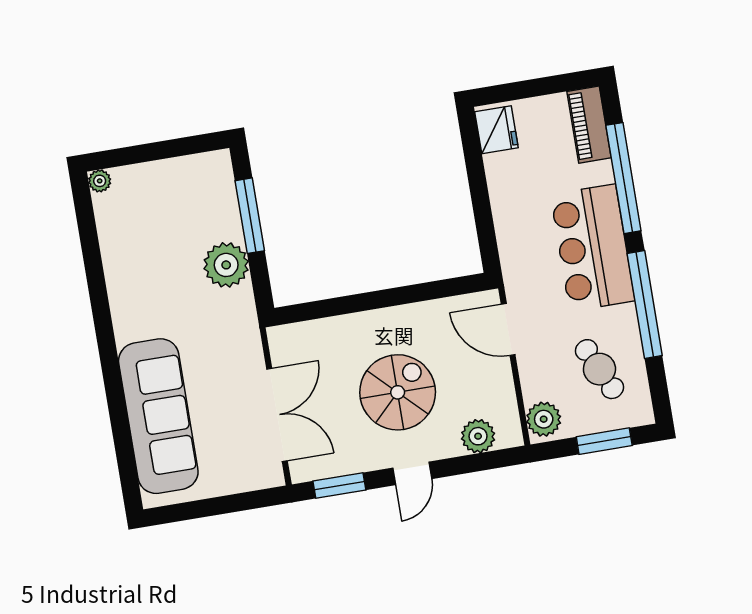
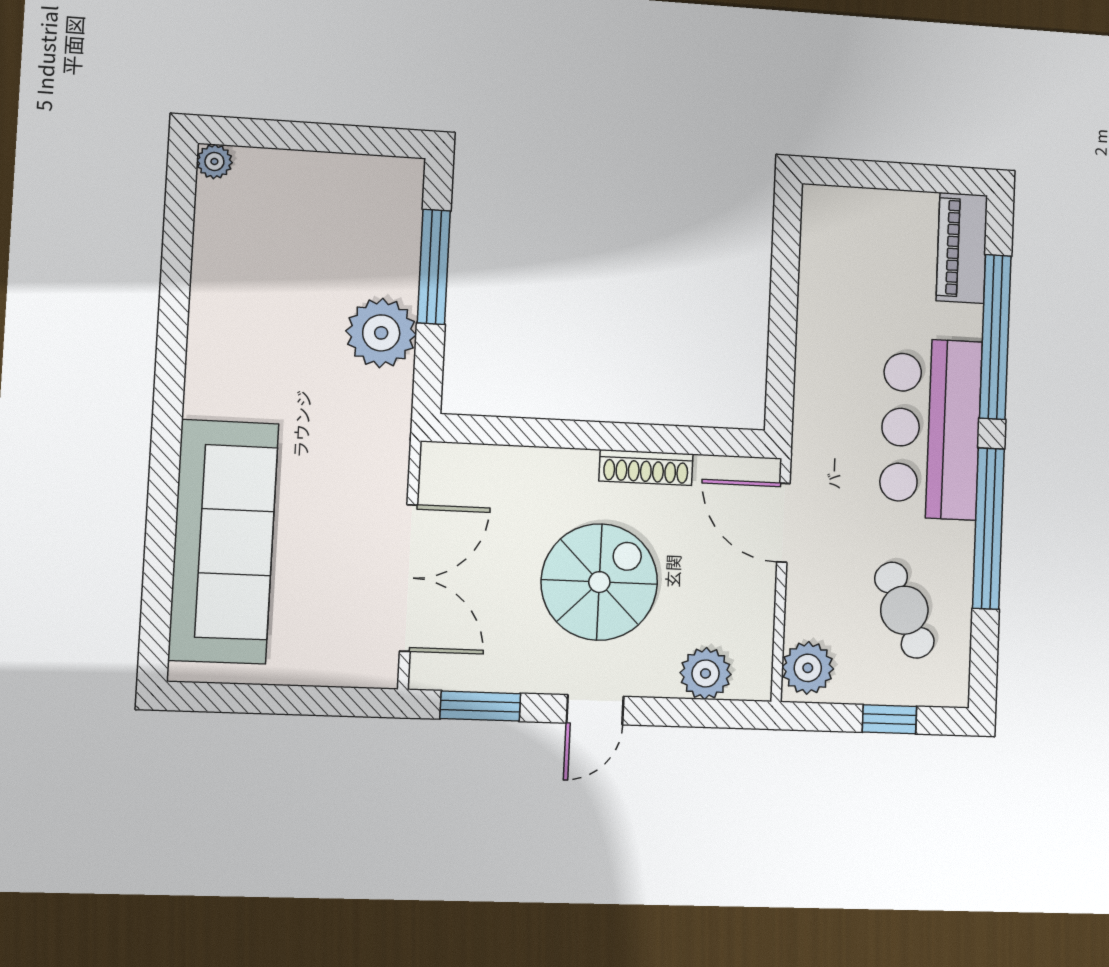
fridge: (496, 130) -> (827, 224), removed
shoe rack: (412, 313) -> (646, 468), added
window: (604, 441) -> (889, 719), width x0.67

